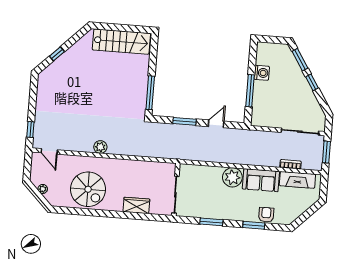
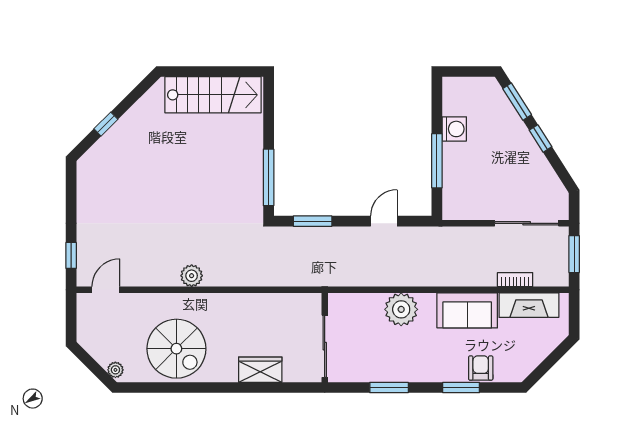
window: (185, 121) -> (313, 221), moved
door: (49, 151) -> (106, 290), swing flipped
plant: (232, 177) -> (401, 309), moved
plant: (43, 189) -> (115, 370), moved

